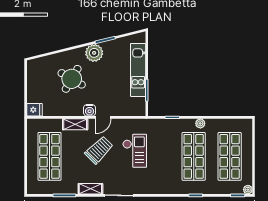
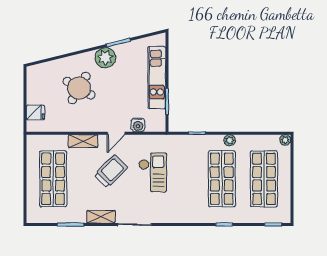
fridge: (34, 110) -> (35, 112), moved
water cooler: (90, 110) -> (138, 125), moved
plant: (248, 190) -> (285, 140), moved

